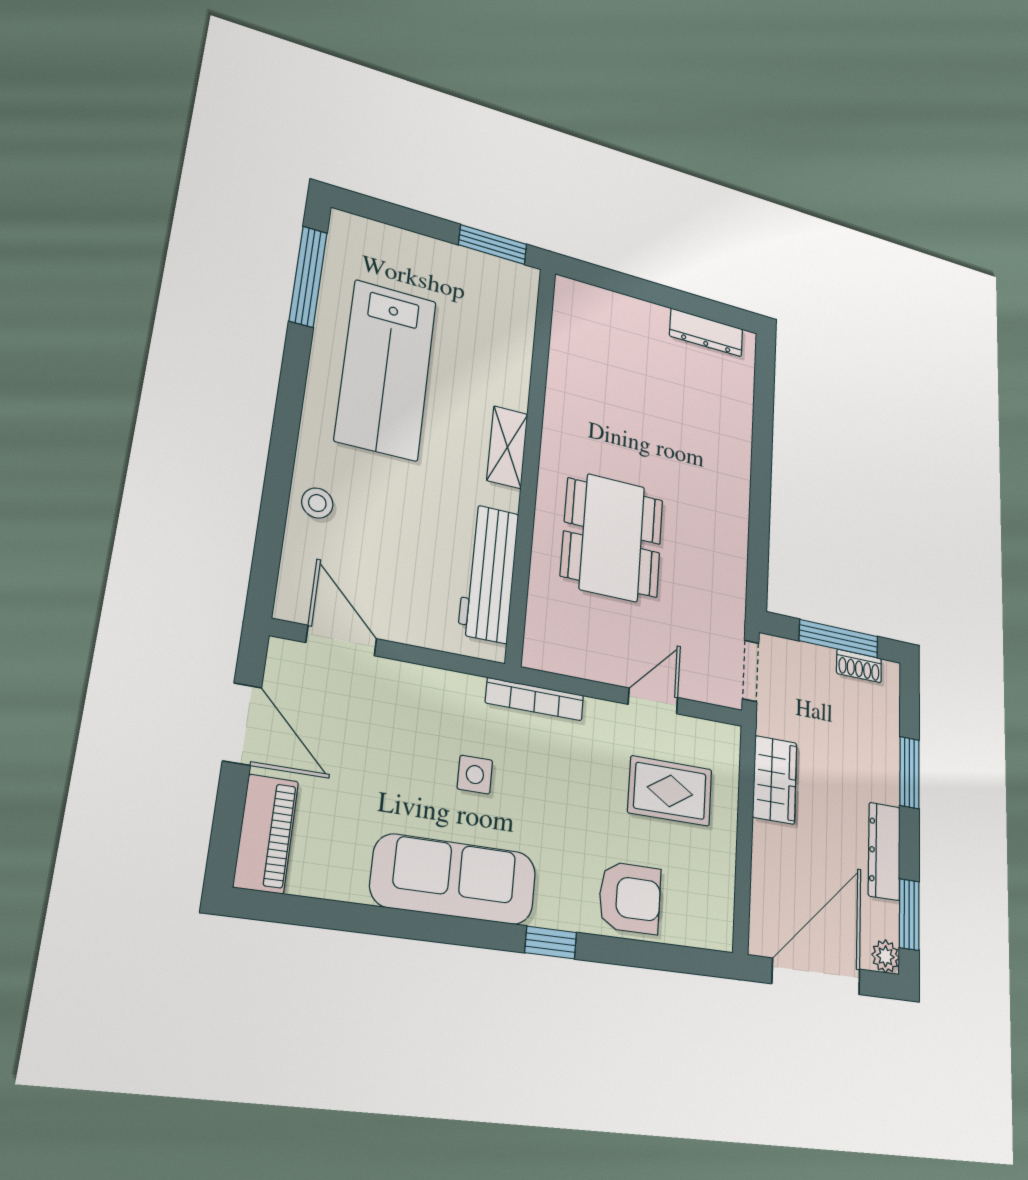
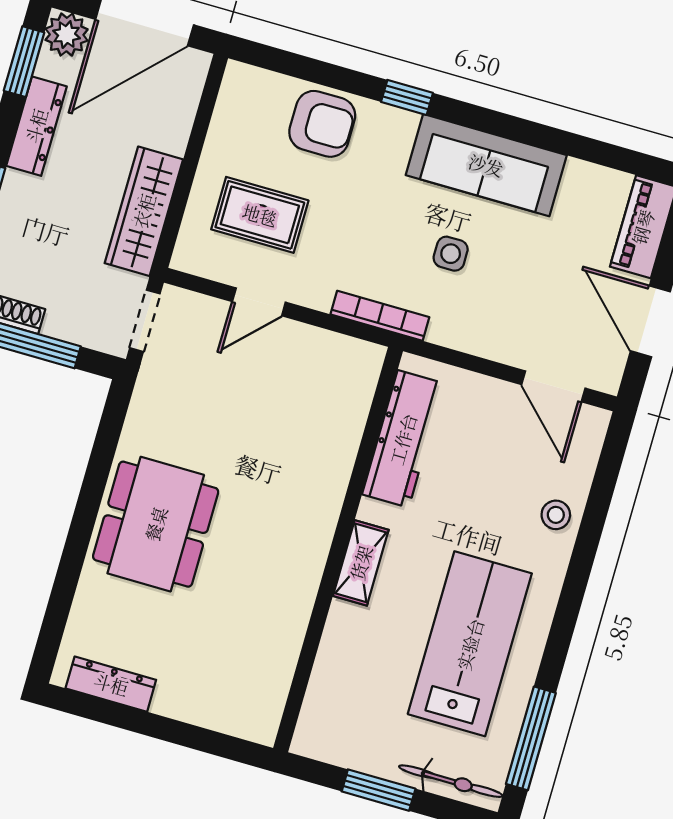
bicycle: (383, 238) -> (451, 781), added
window: (493, 245) -> (379, 790), moved
dining table: (612, 538) -> (156, 524), moved
wardrobe: (775, 780) -> (144, 211), width x1.50
armchair: (630, 898) -> (322, 124), turned 180
plant: (885, 956) -> (67, 35), width x1.38, depth x1.38

